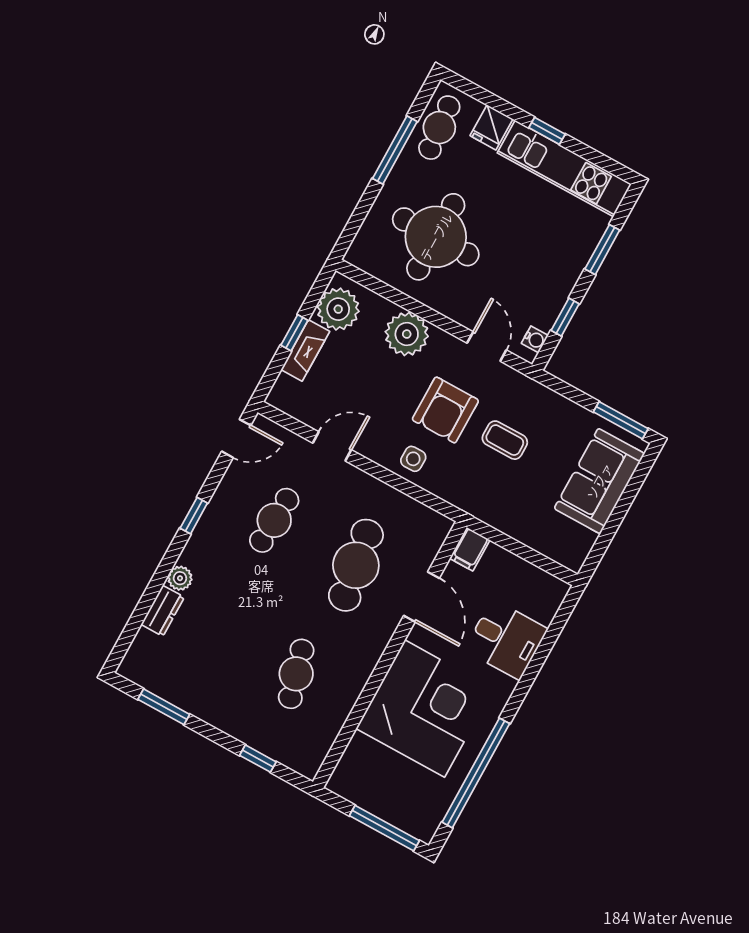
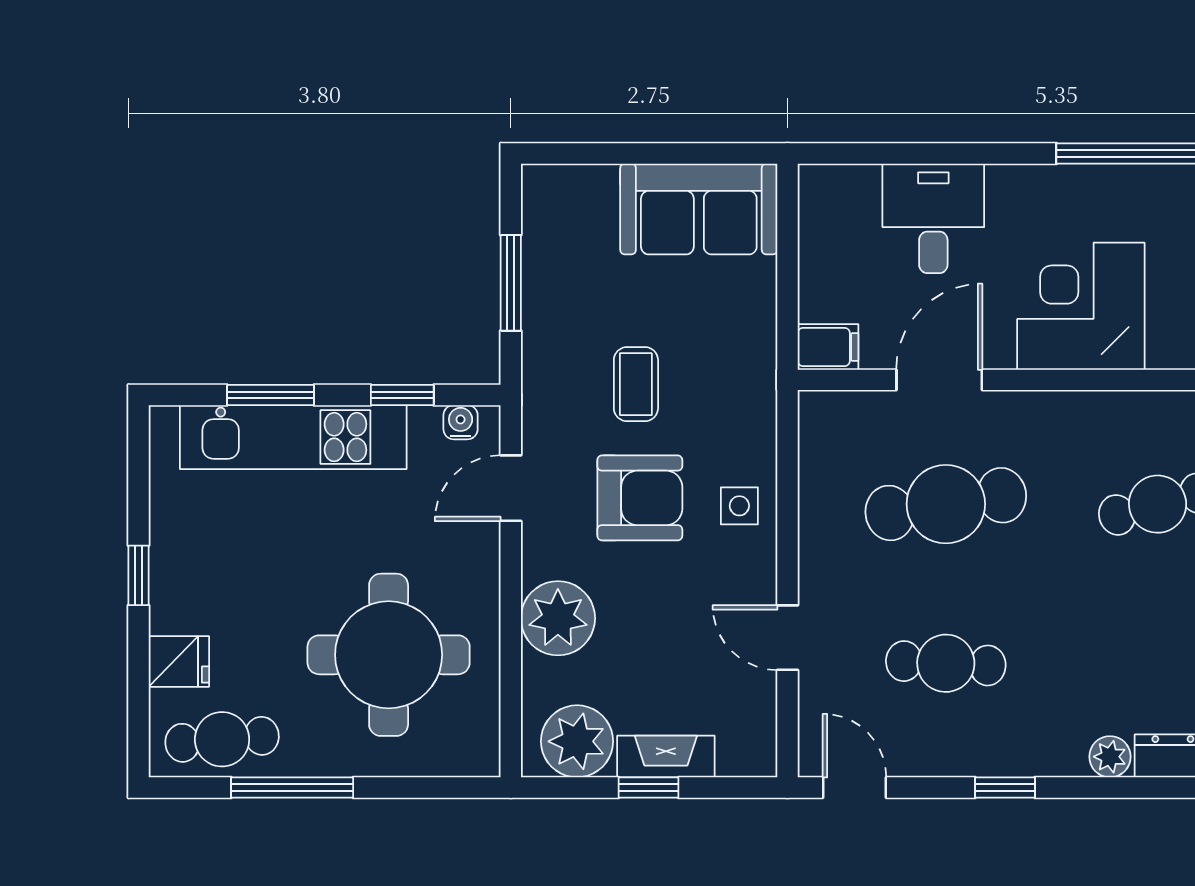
kitchen unit: (564, 169) -> (293, 437), moved, turned 90
window: (621, 420) -> (511, 283), moved
sofa: (599, 481) -> (699, 209), moved
corner desk: (425, 709) -> (1081, 306), width x0.74, depth x0.74

